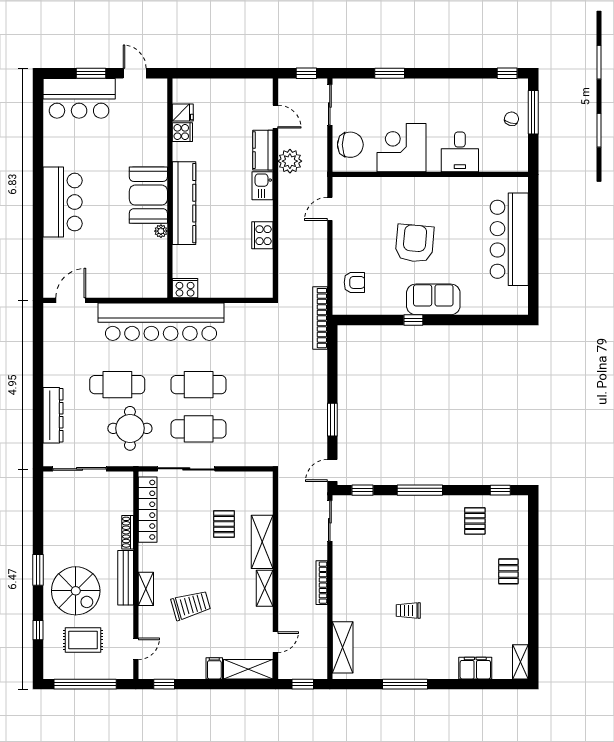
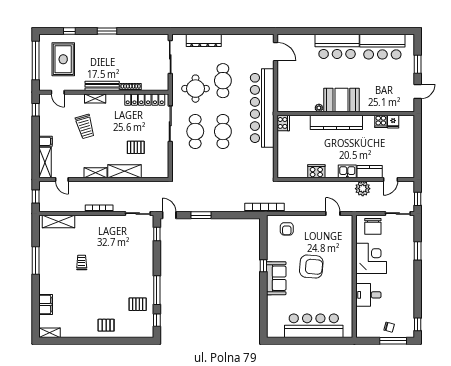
bar counter: (79, 98) -> (382, 47), moved, turned -90
window: (420, 490) -> (157, 290), moved
spiral stairs: (76, 591) -> (94, 55), removed
rug: (83, 640) -> (63, 59), width x1.36, depth x1.43

